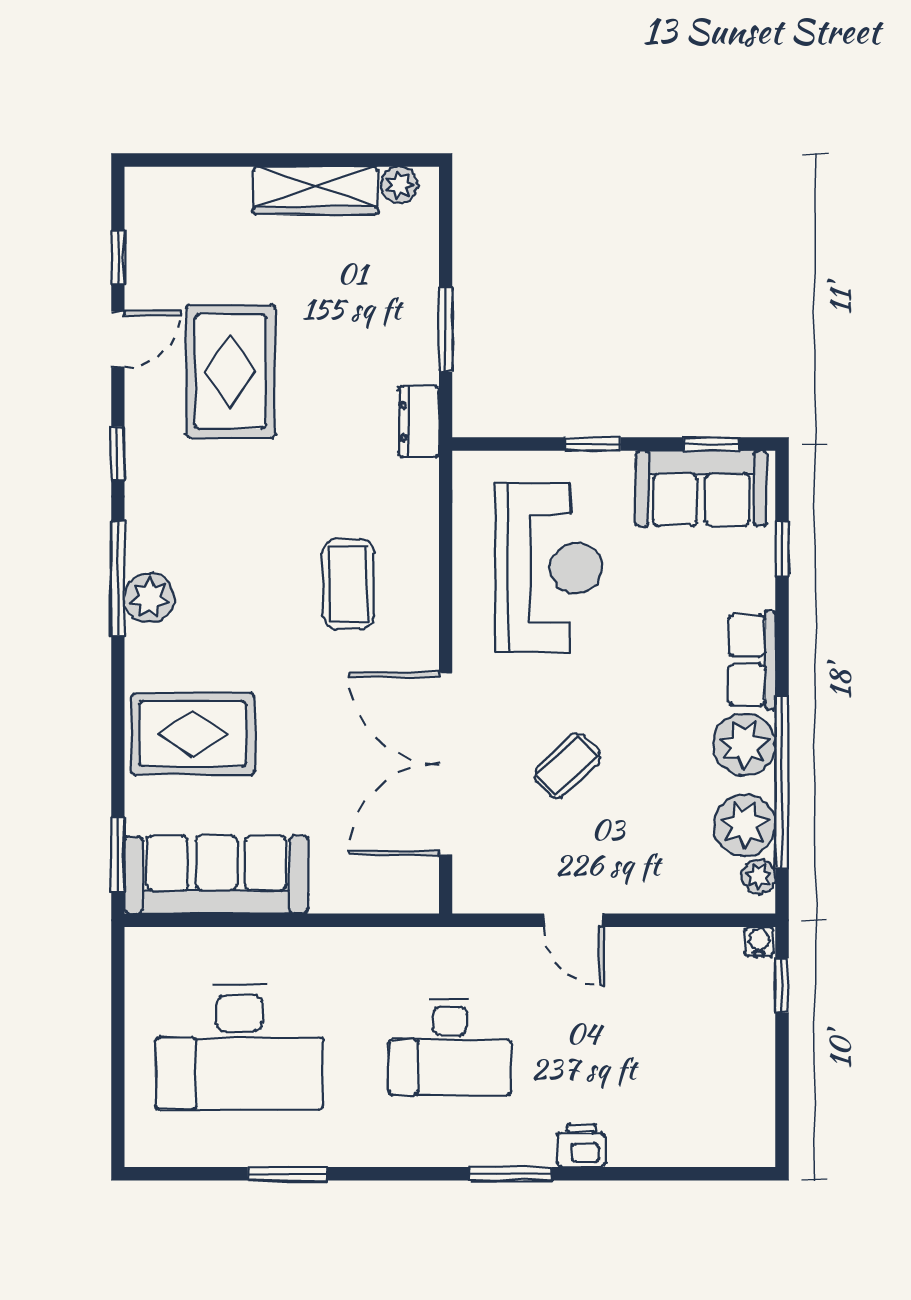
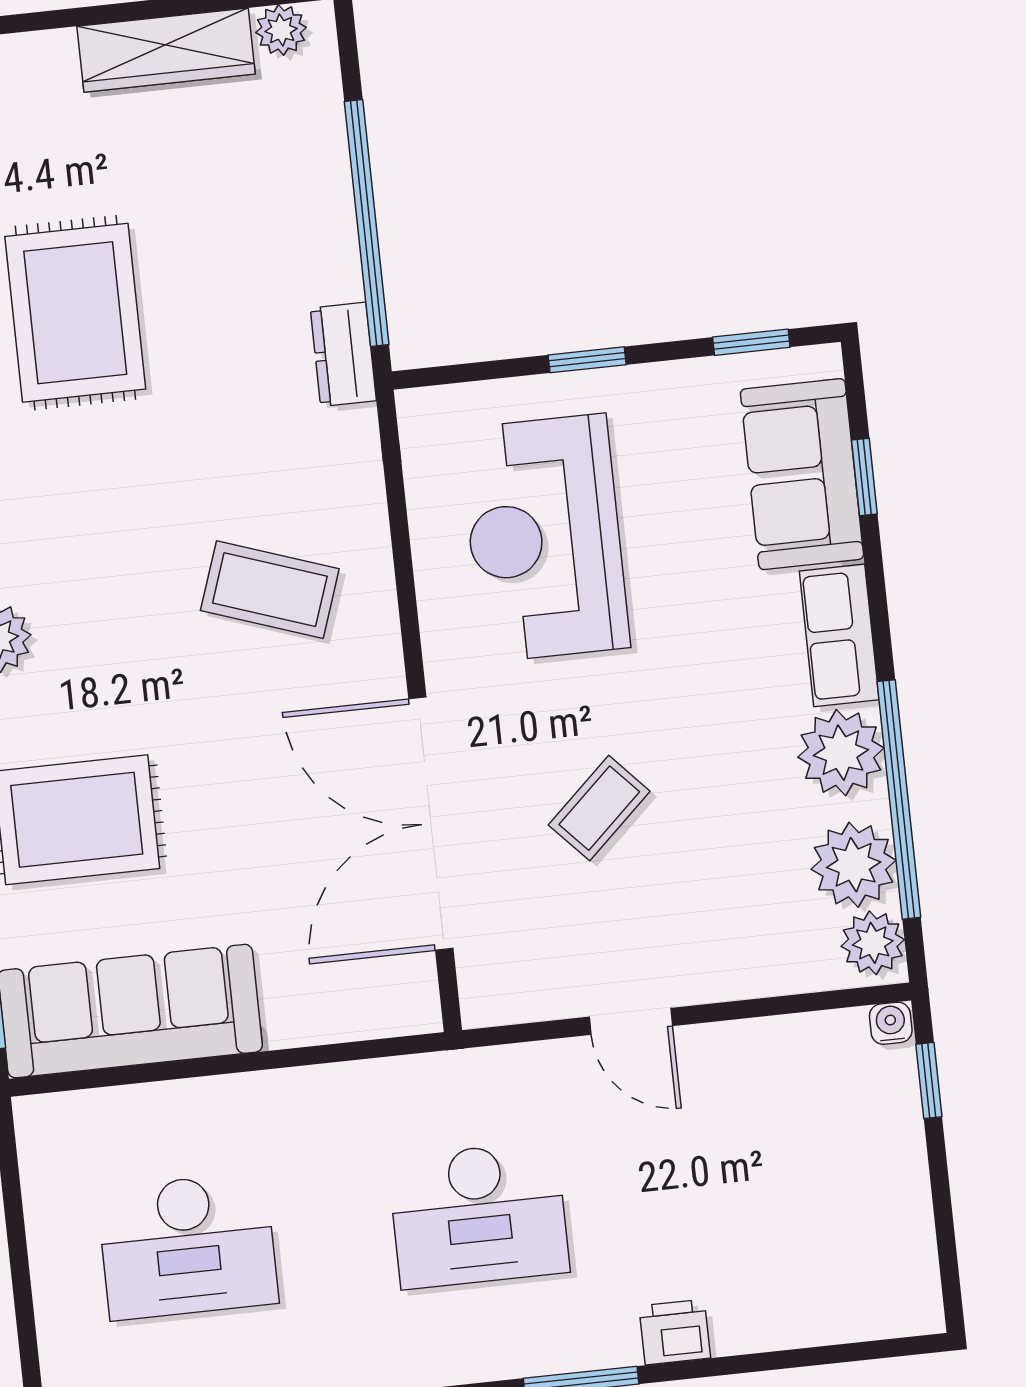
window: (446, 329) -> (367, 223), width x2.11
sofa: (701, 488) -> (802, 474), moved, turned 90
reception desk: (549, 568) -> (545, 538), turned 180
coffee table: (348, 584) -> (270, 590), turned -71
plant: (759, 876) -> (873, 943), width x1.38, depth x1.38
desk: (239, 1047) -> (188, 1246), width x0.73, depth x0.77

